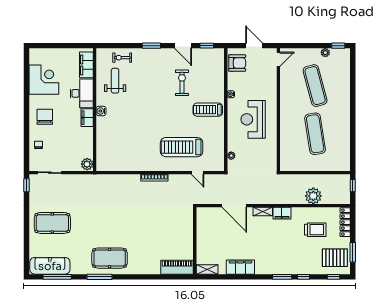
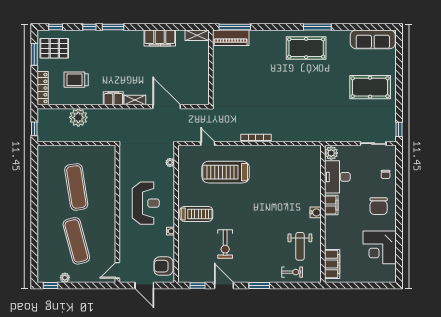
desk: (82, 93) -> (337, 177), moved
treadmill: (182, 147) -> (226, 172), turned 180
window: (57, 277) -> (235, 27), moved

